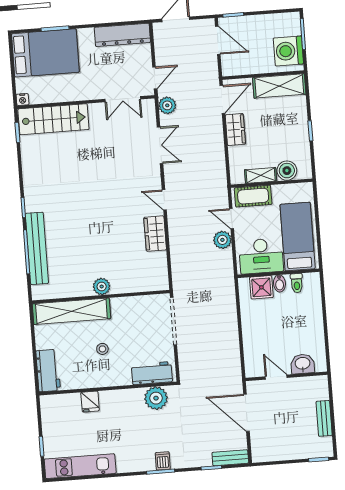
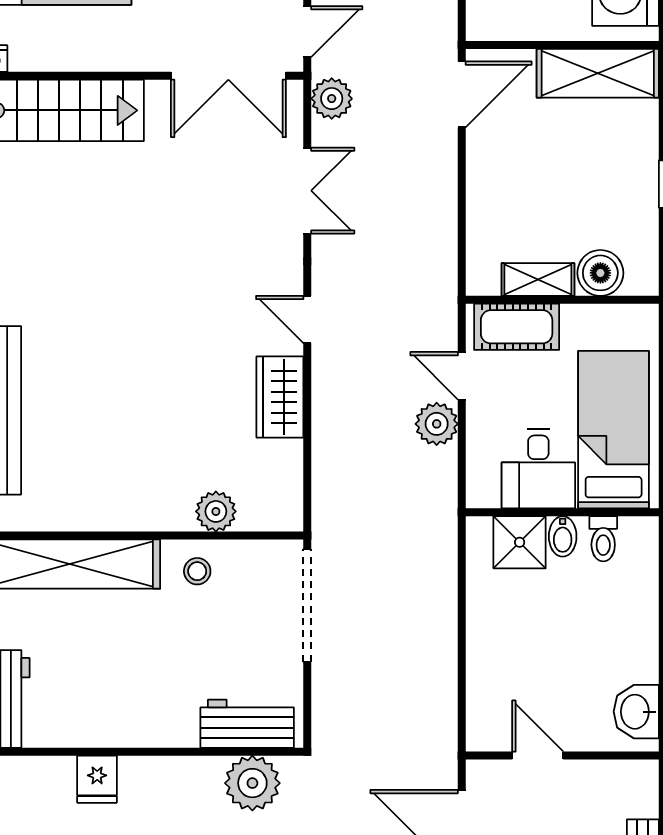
double door: (123, 99) -> (228, 76), width x1.37
wardrobe: (235, 129) -> (487, 167), removed
desk: (261, 256) -> (538, 469), width x0.73
plant: (102, 286) -> (216, 511), moved
stool: (102, 349) -> (197, 571), moved
washbasin: (303, 364) -> (636, 712), moved, turned -90

